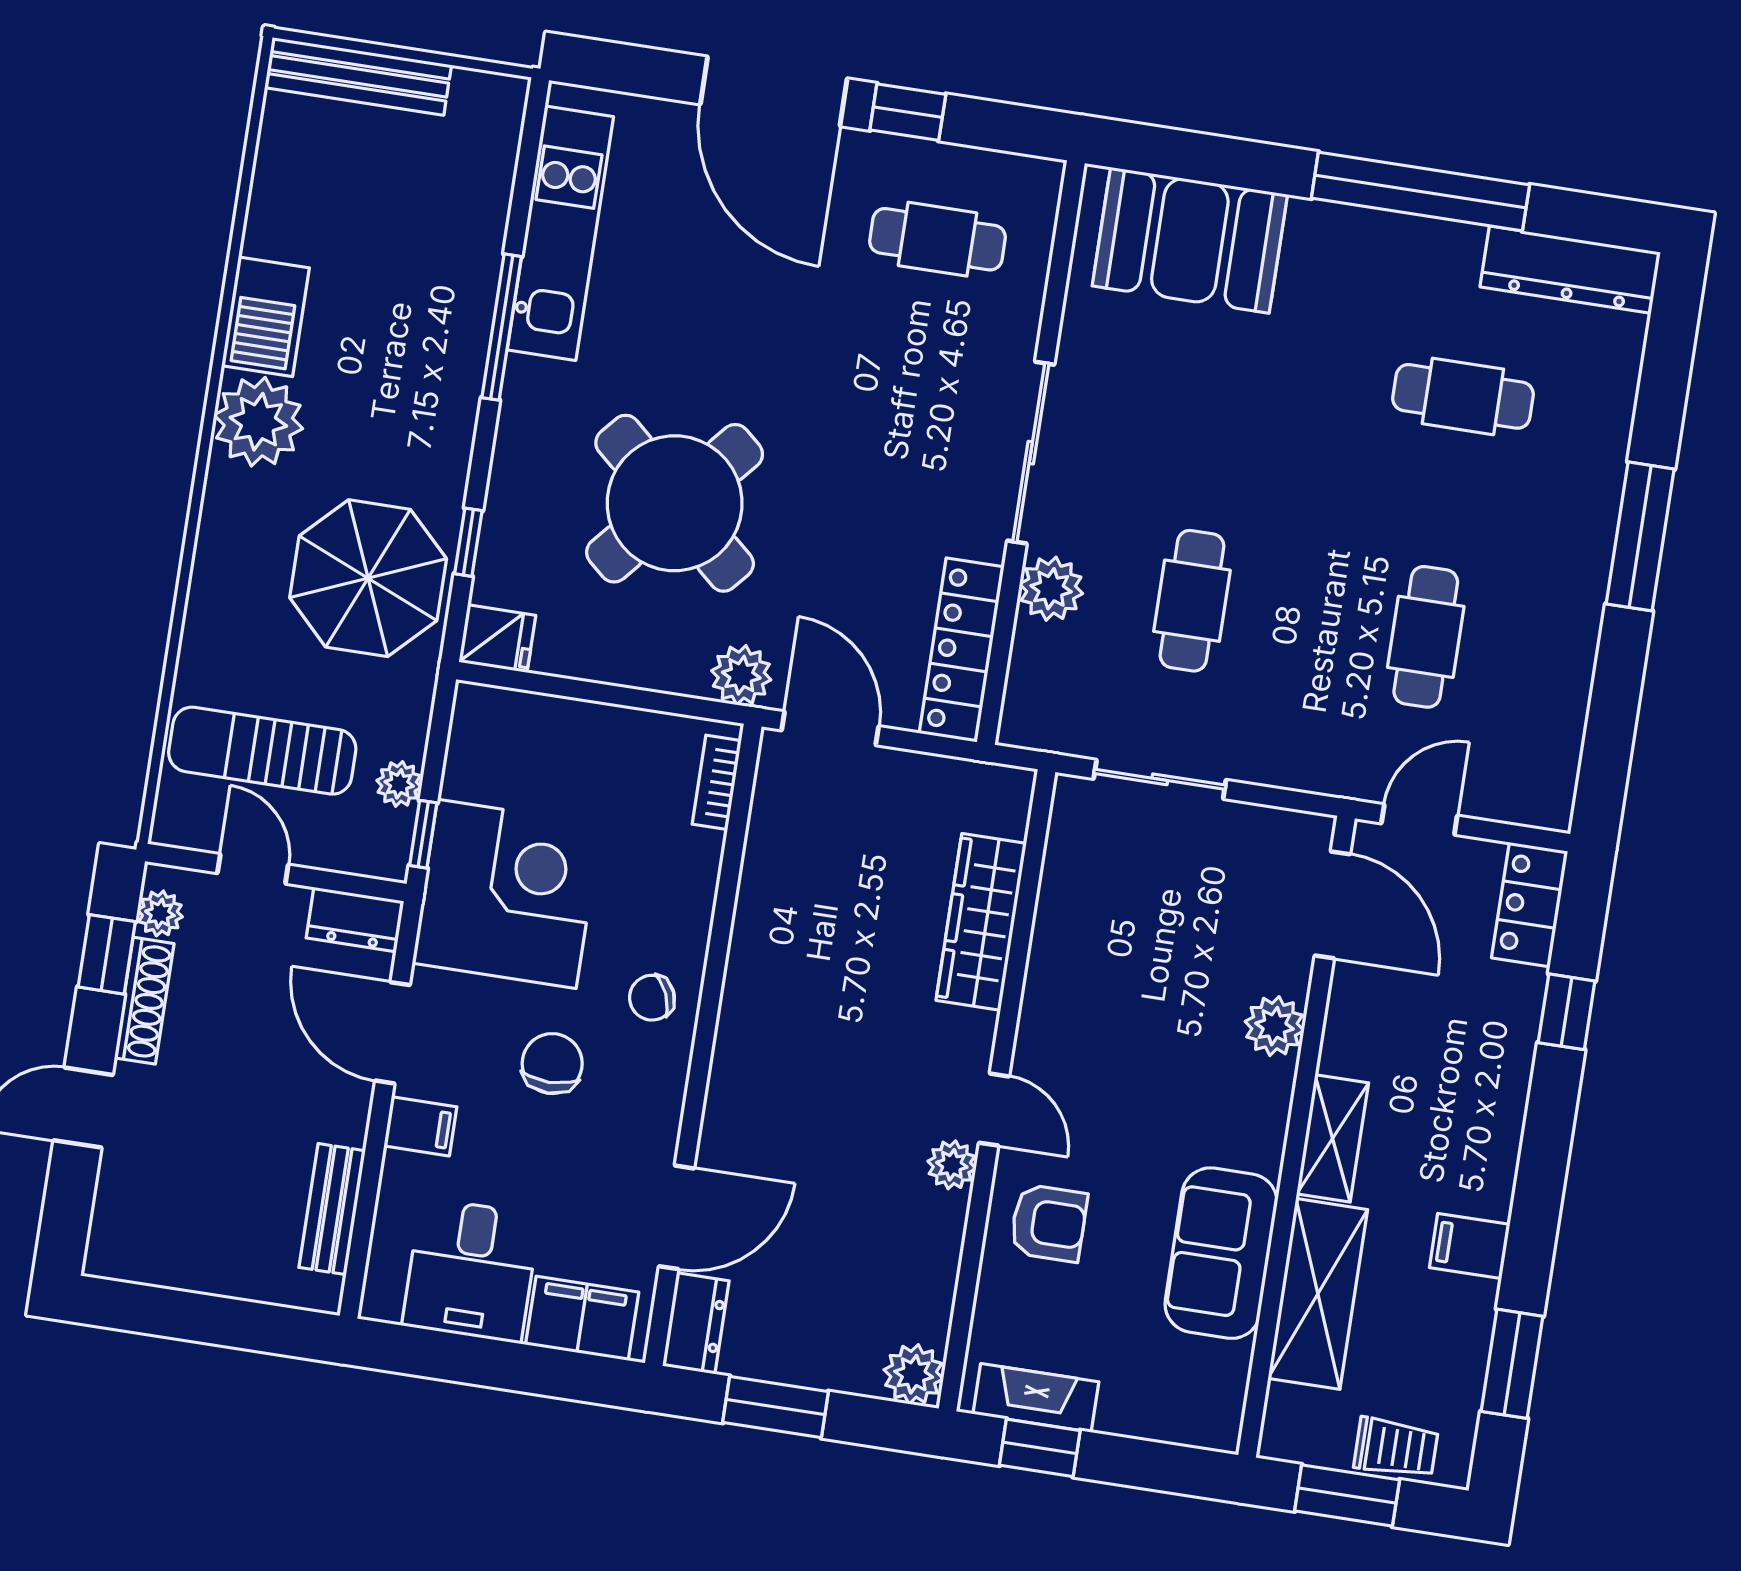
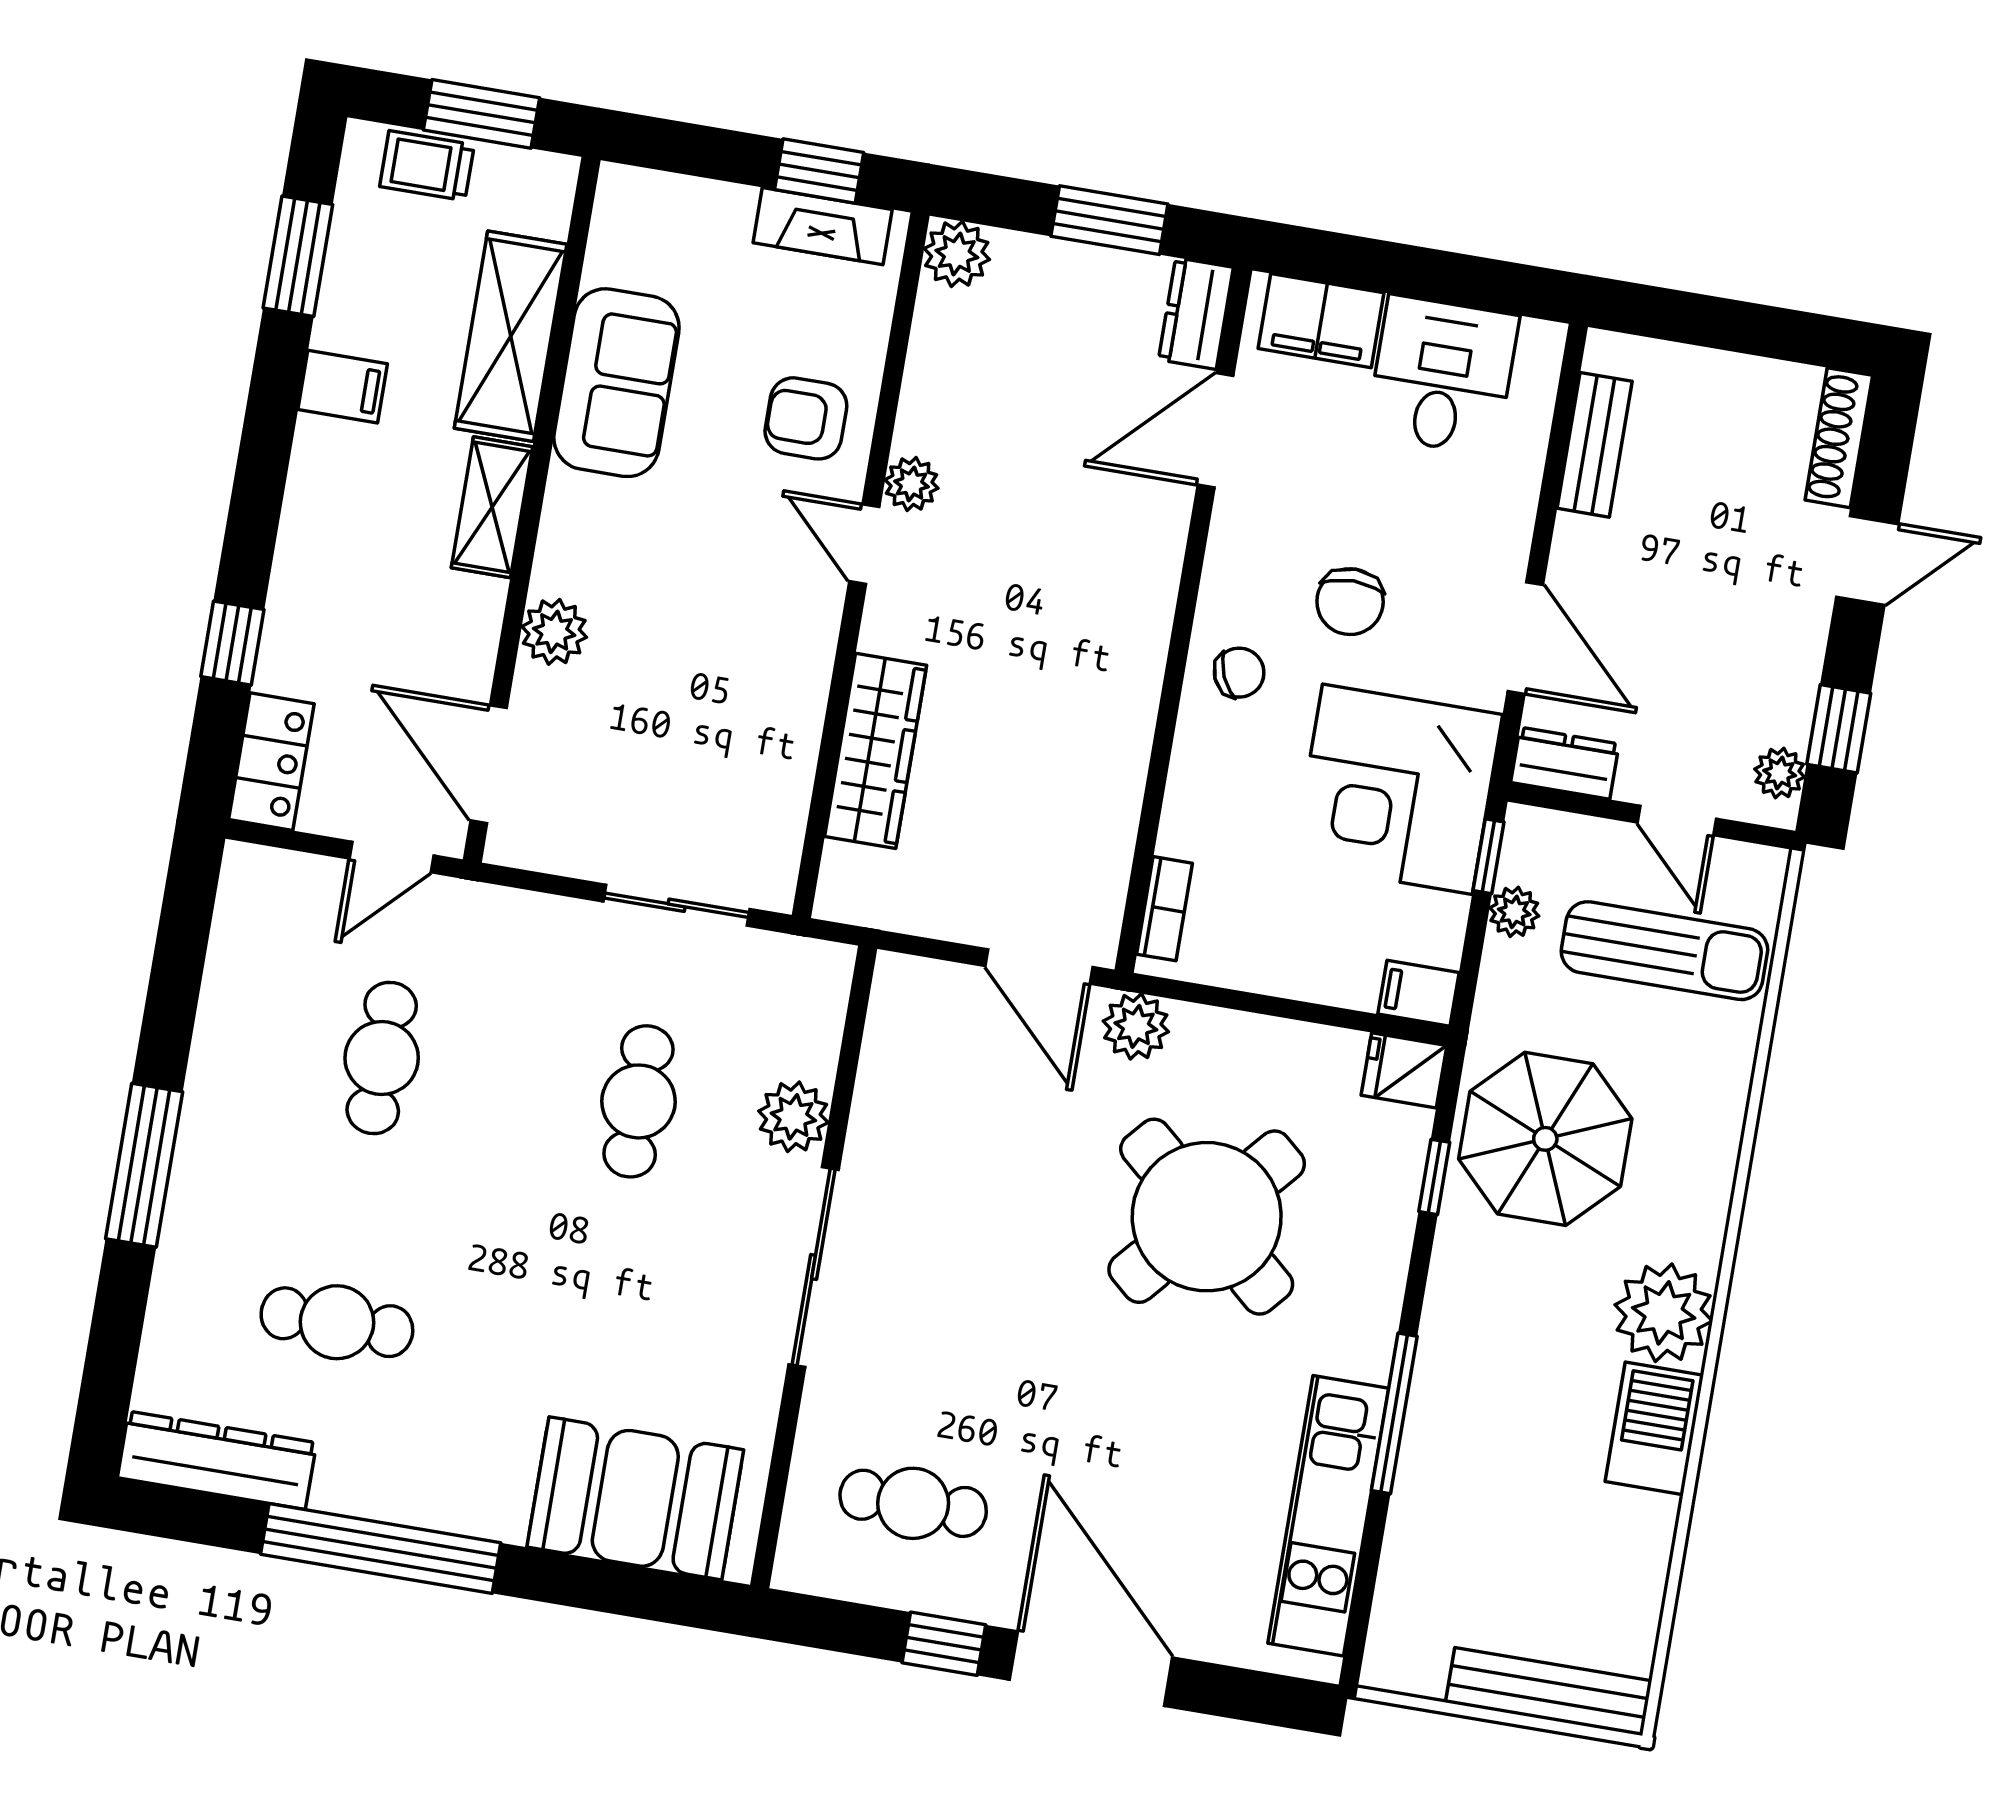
locker: (962, 650) -> (893, 1051), removed
shoe rack: (144, 1001) -> (1839, 438), moved
filing cabinet: (420, 1126) -> (1419, 993), moved

